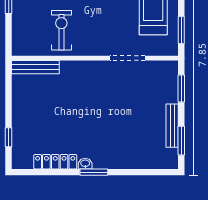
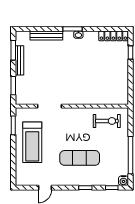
exercise bike: (61, 30) -> (107, 121), moved, turned -90
bench: (35, 67) -> (46, 35), moved
locker: (55, 162) -> (113, 36), moved

